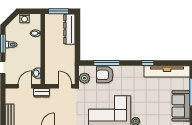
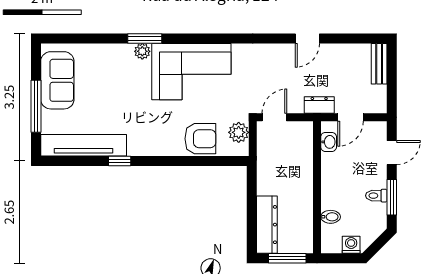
window: (107, 63) -> (197, 161), removed
door: (65, 86) -> (274, 117), swing flipped

